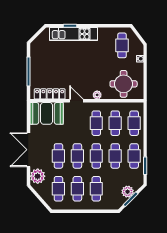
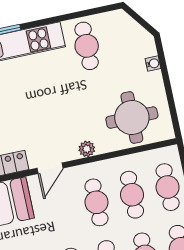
cafe table: (122, 45) -> (87, 46), moved
door: (76, 101) -> (50, 168), swing flipped

